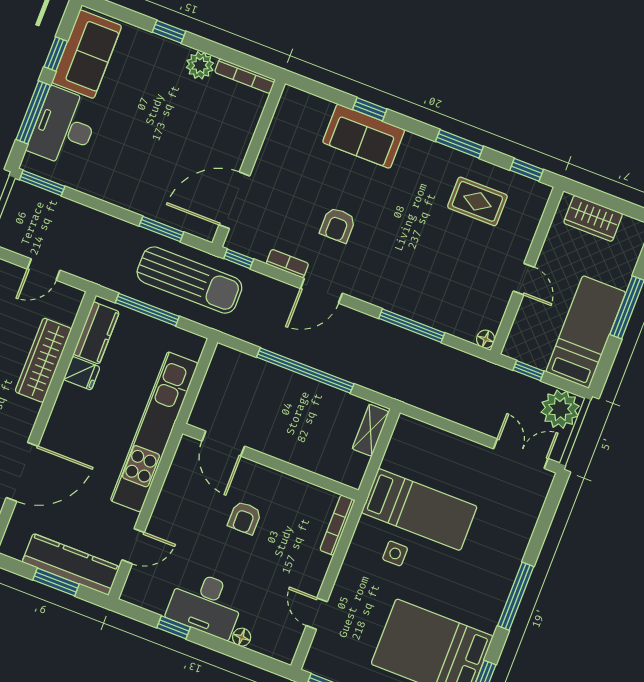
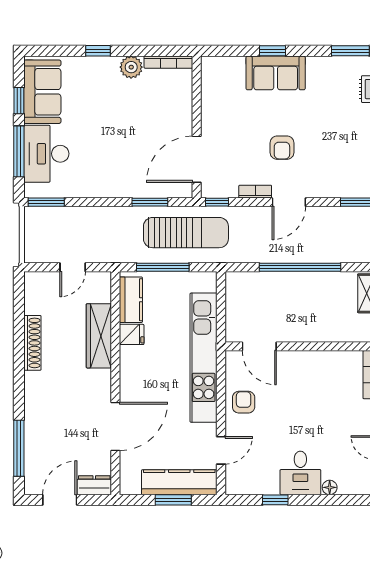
armchair: (245, 518) -> (244, 402), moved, turned 180
desk: (206, 604) -> (300, 473), width x0.73

